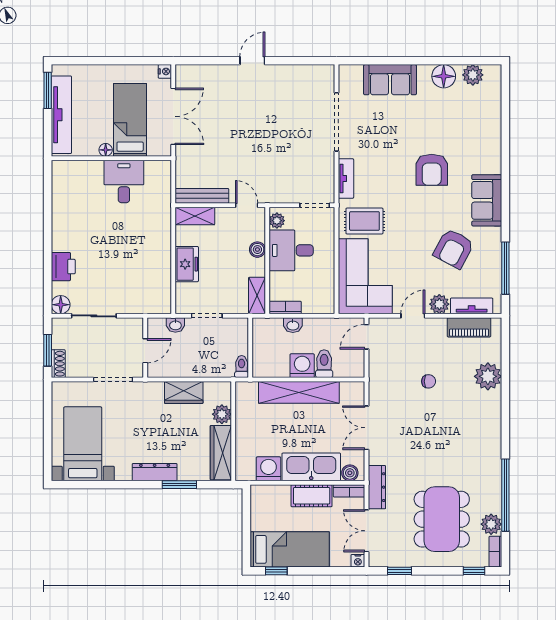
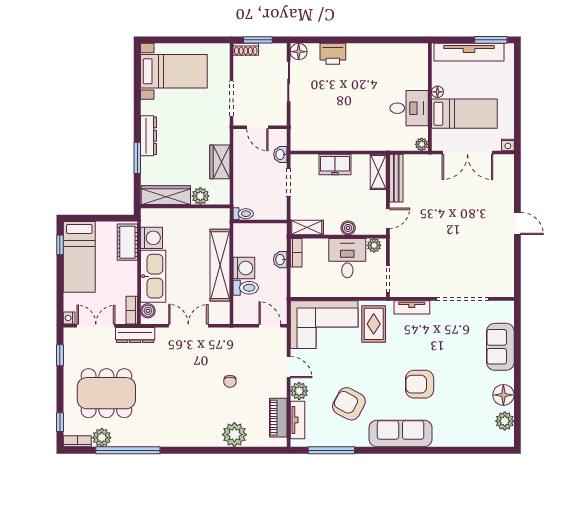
plant: (164, 167) -> (422, 144), added
sofa: (487, 200) -> (401, 433), width x1.36
cot: (312, 496) -> (127, 242), moved

